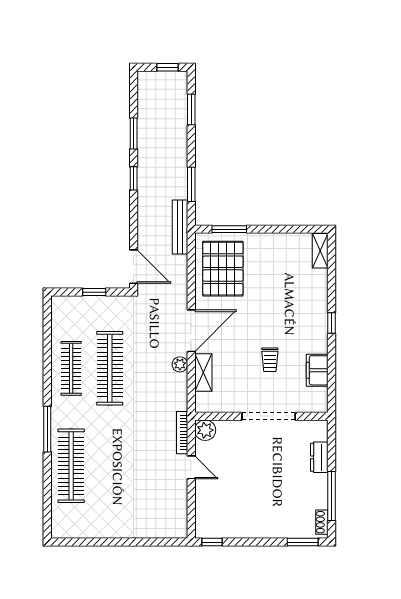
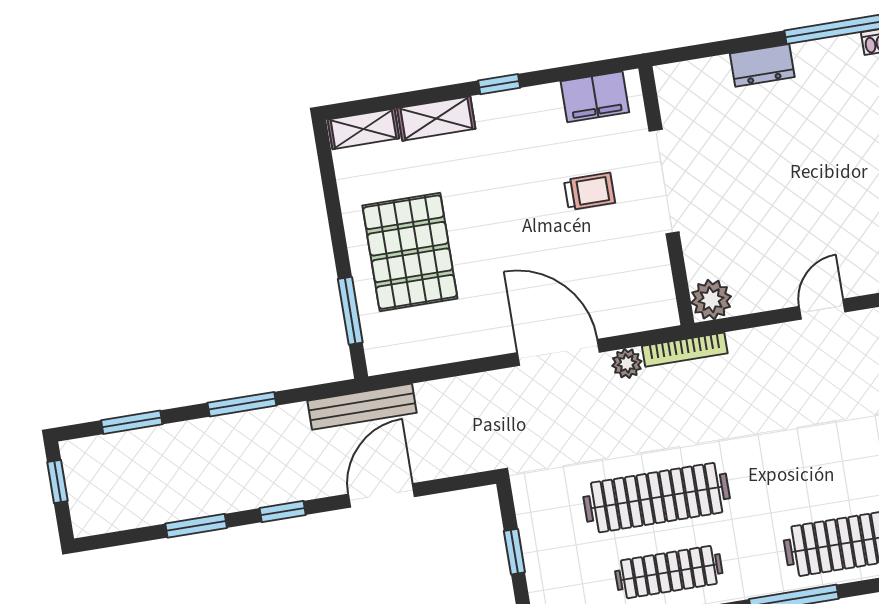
window: (191, 184) -> (242, 404), moved
door: (134, 267) -> (381, 495), moved
pallet: (223, 269) -> (410, 252), moved, turned 90
shelving: (203, 373) -> (436, 118), moved
wall: (261, 416) -> (666, 196), moved
doorway: (269, 416) -> (664, 182), moved
plant: (205, 430) -> (711, 300), moved
bookcase: (182, 433) -> (685, 350), moved

